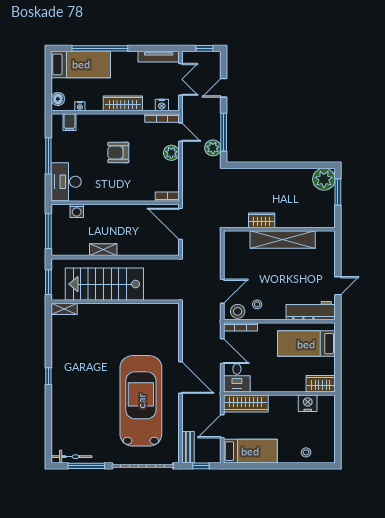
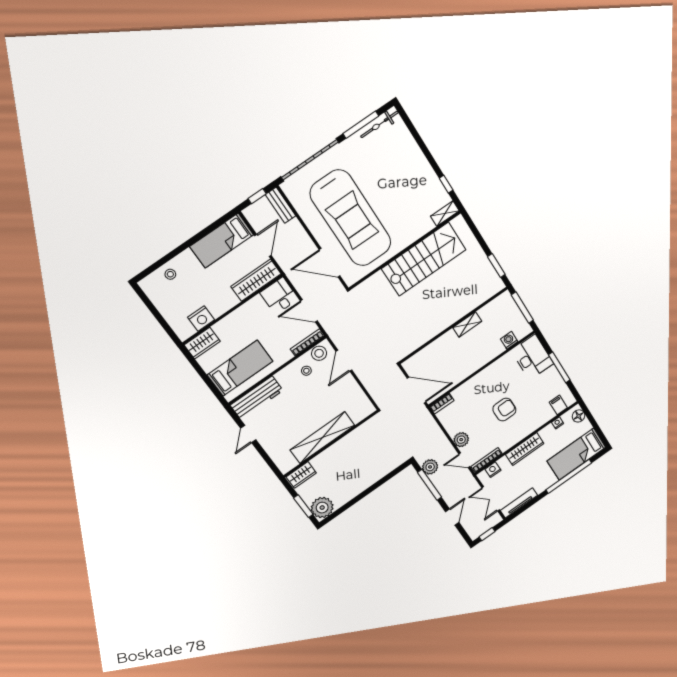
wardrobe: (262, 220) -> (301, 475), moved
stairs: (104, 284) -> (424, 259), moved
wall: (115, 302) -> (405, 251), moved
shelving: (64, 309) -> (445, 214), moved

